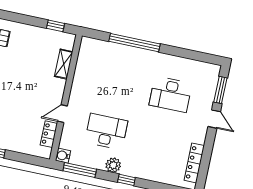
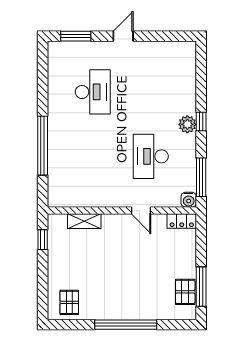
door: (214, 119) -> (123, 36), moved
locker: (49, 134) -> (182, 221), moved
locker: (194, 163) -> (165, 48), removed
plant: (113, 165) -> (187, 124), moved

